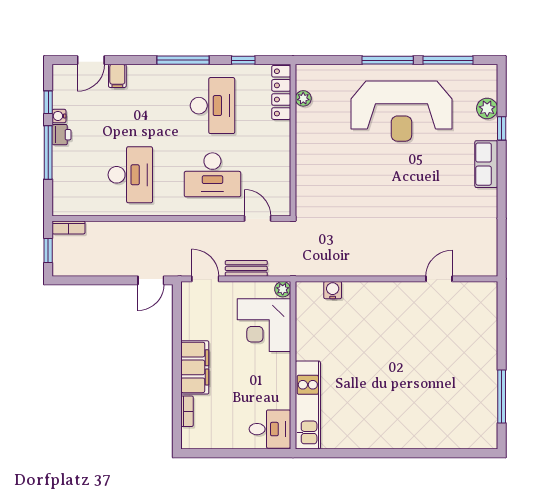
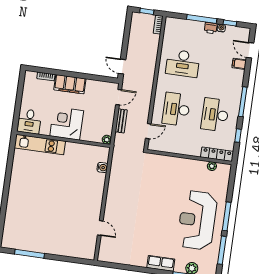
desk: (212, 106) -> (215, 115), turned 90
corner desk: (264, 325) -> (67, 123), moved

